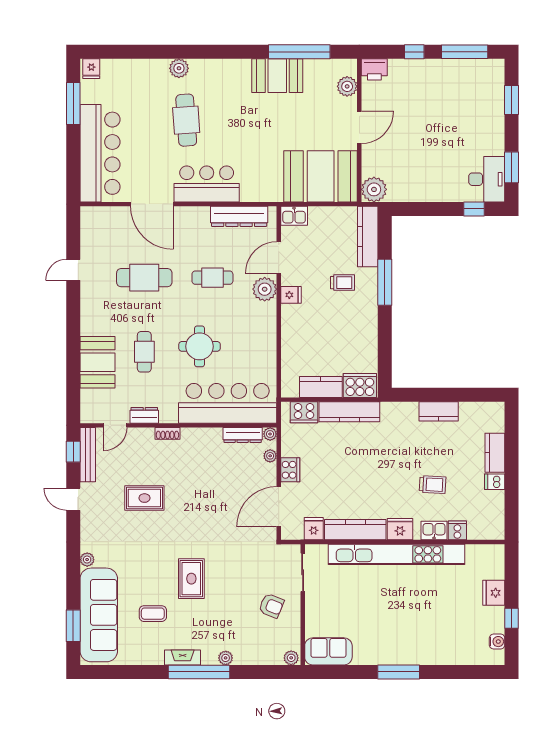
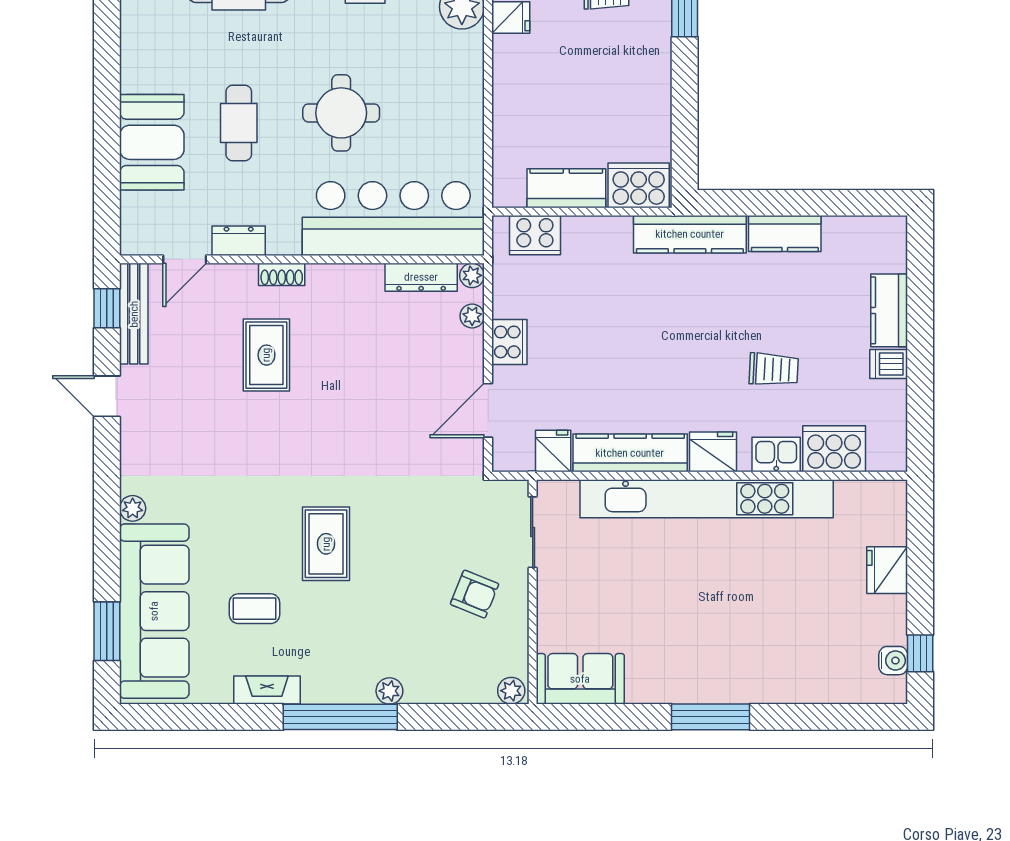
kitchen counter: (349, 412) -> (690, 234), moved
rug: (144, 498) -> (266, 355), moved, turned 90
door: (279, 507) -> (488, 410), width x0.73
cooker: (457, 530) -> (834, 449), width x1.87, depth x1.31
window: (512, 618) -> (920, 653), moved
fireplace: (183, 657) -> (267, 690), moved

